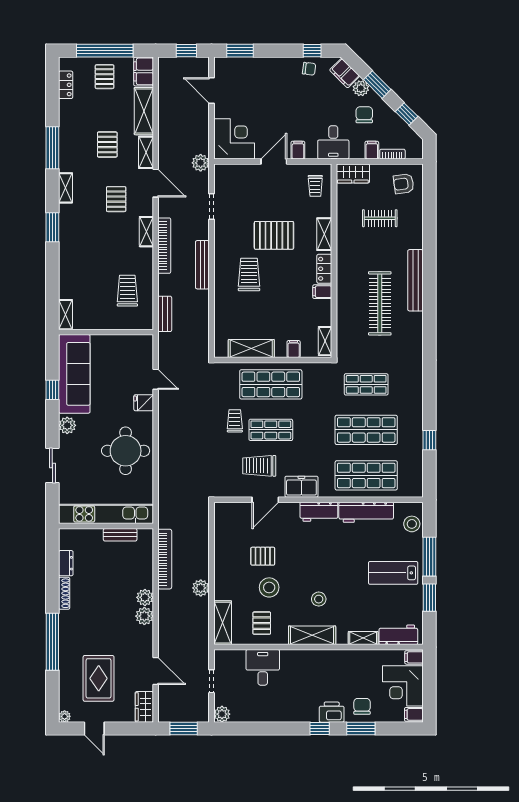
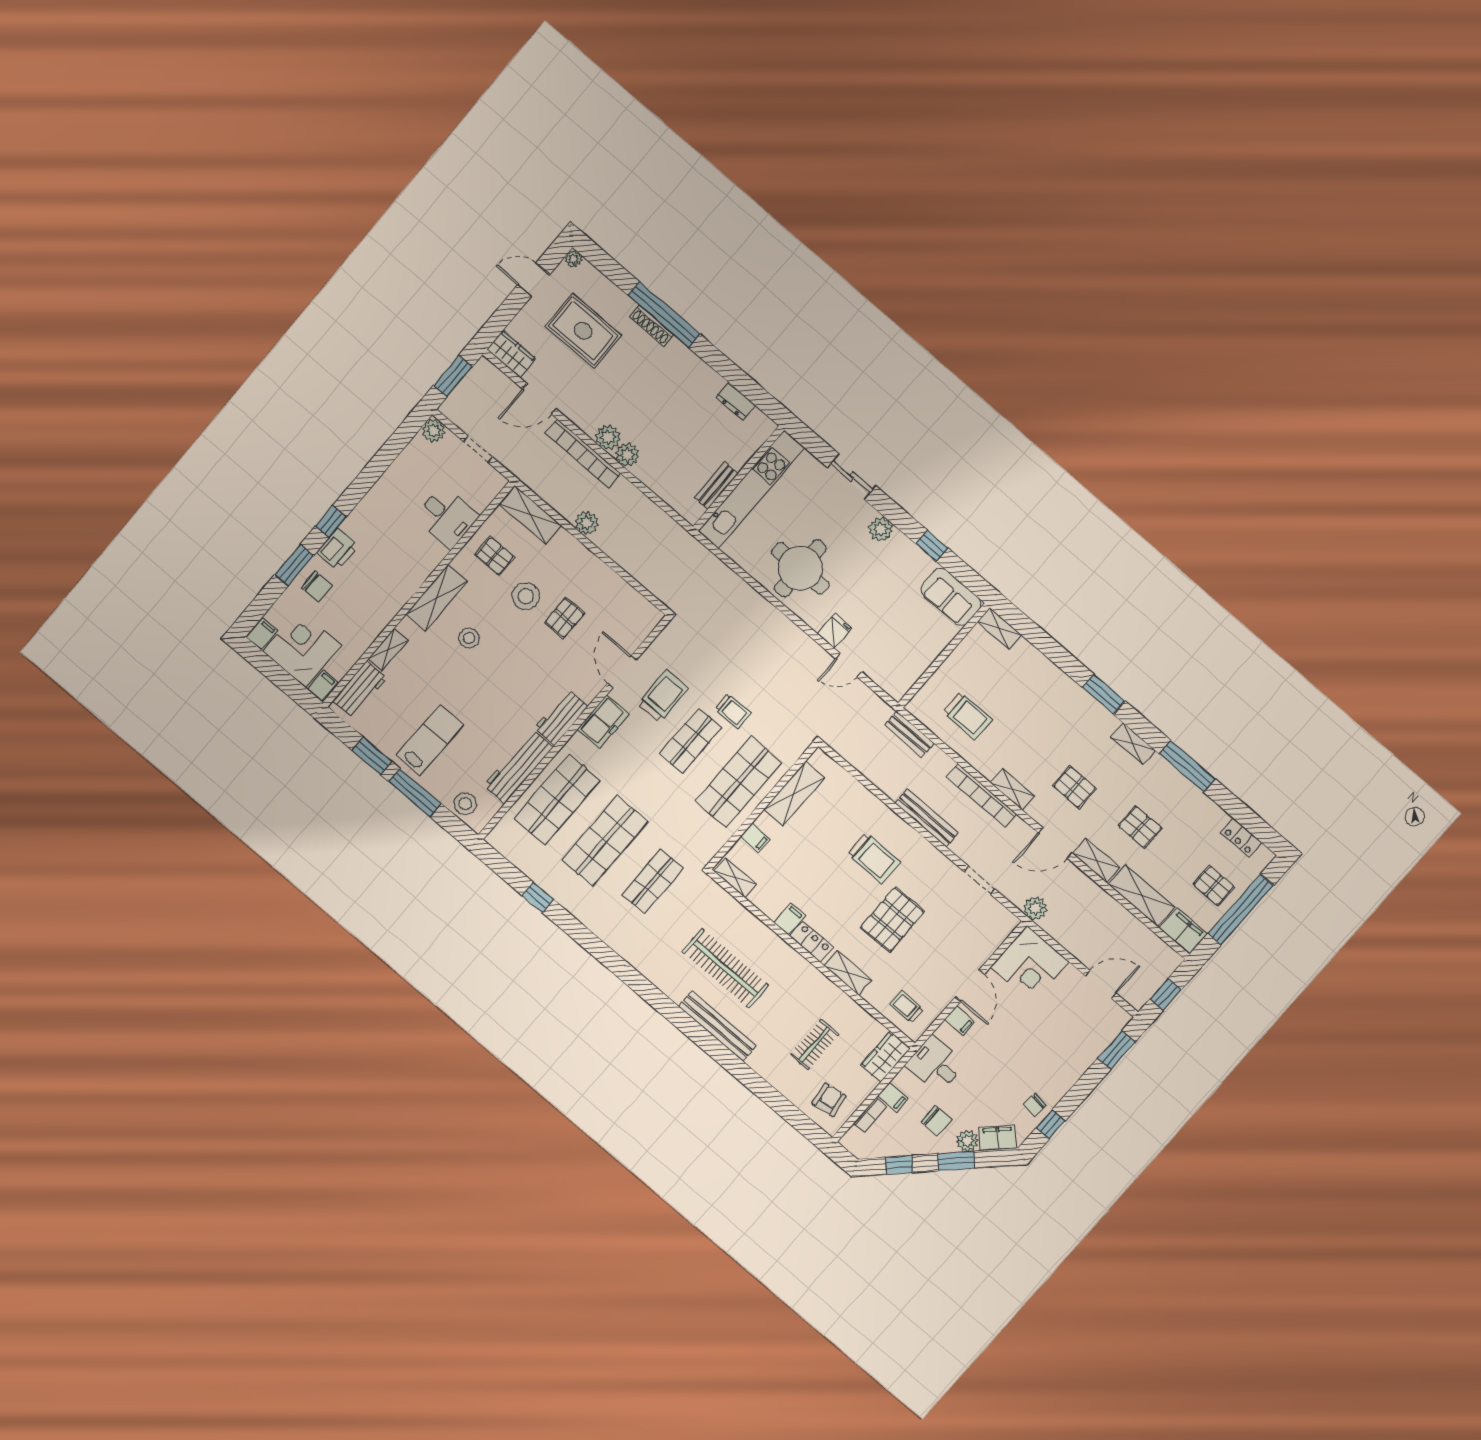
sofa: (74, 374) -> (951, 597), width x0.54, depth x0.79
bookcase: (165, 559) -> (583, 453), moved
shoe rack: (64, 593) -> (651, 326), moved

